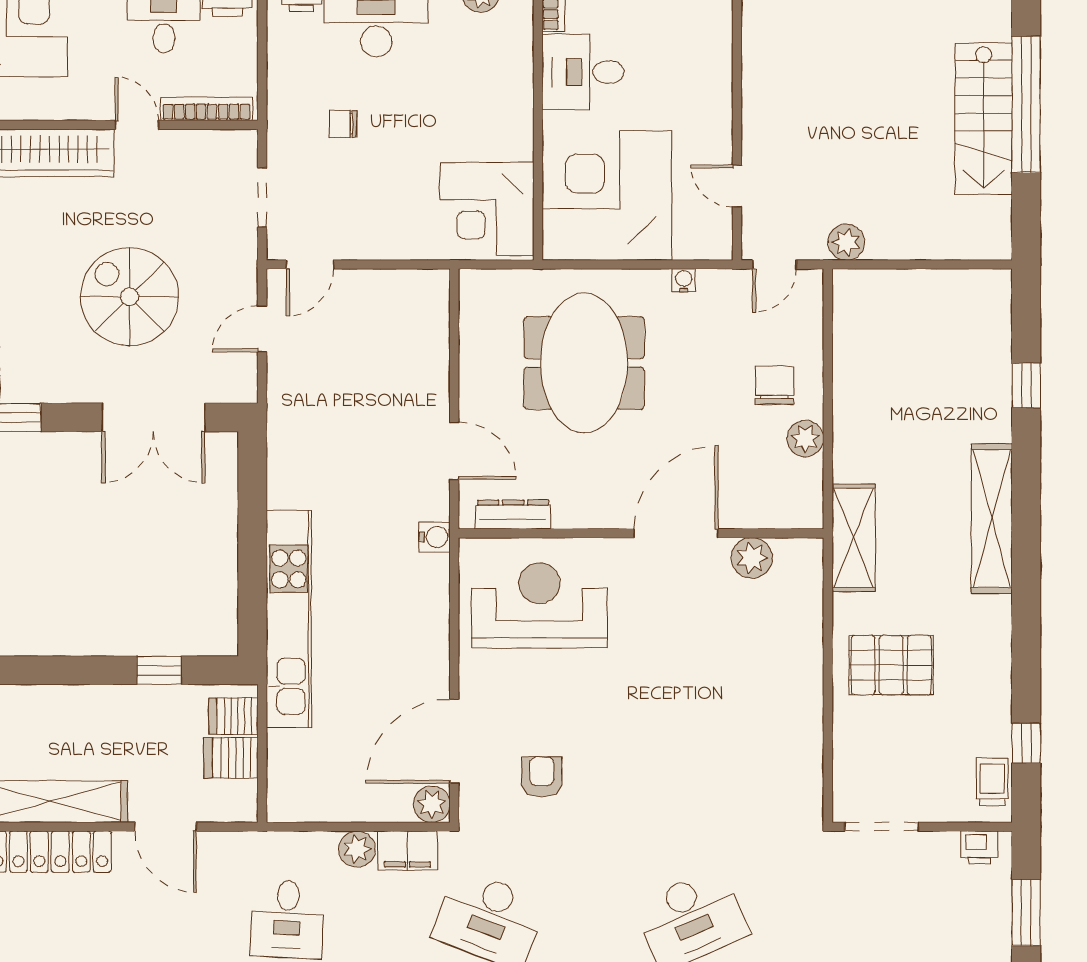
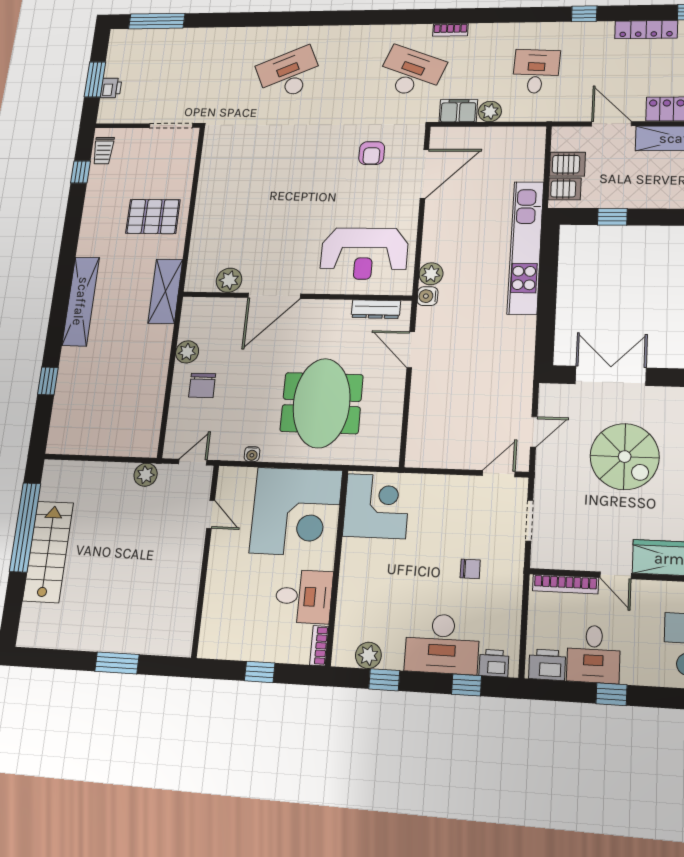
window: (1026, 104) -> (25, 527), moved
plant: (432, 804) -> (431, 274), moved
printer: (979, 848) -> (111, 88), moved, turned 90

